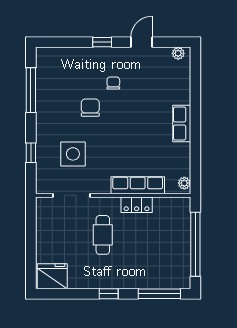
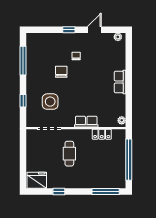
row of seats: (138, 185) -> (86, 122), width x0.68
locker: (137, 205) -> (102, 134), moved
window: (109, 294) -> (59, 191), moved

